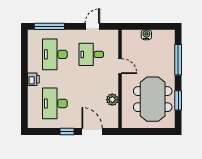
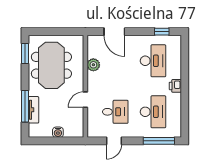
tv unit: (170, 56) -> (34, 110), added
door: (120, 66) -> (85, 100), hinge flipped
window: (178, 100) -> (25, 54), moved
window: (67, 131) -> (162, 32), moved

